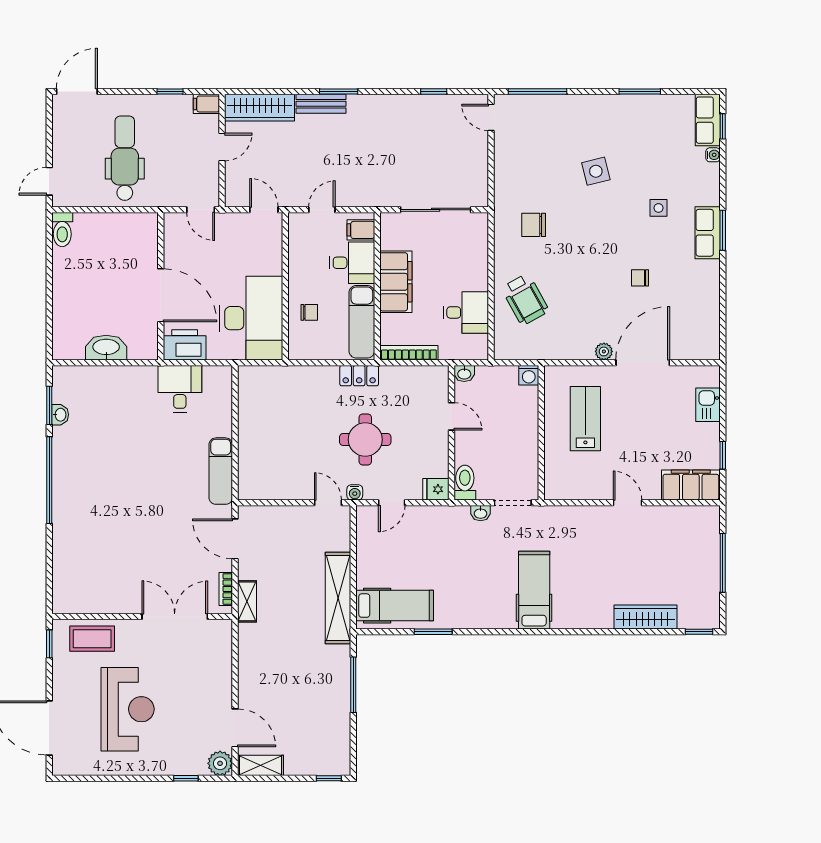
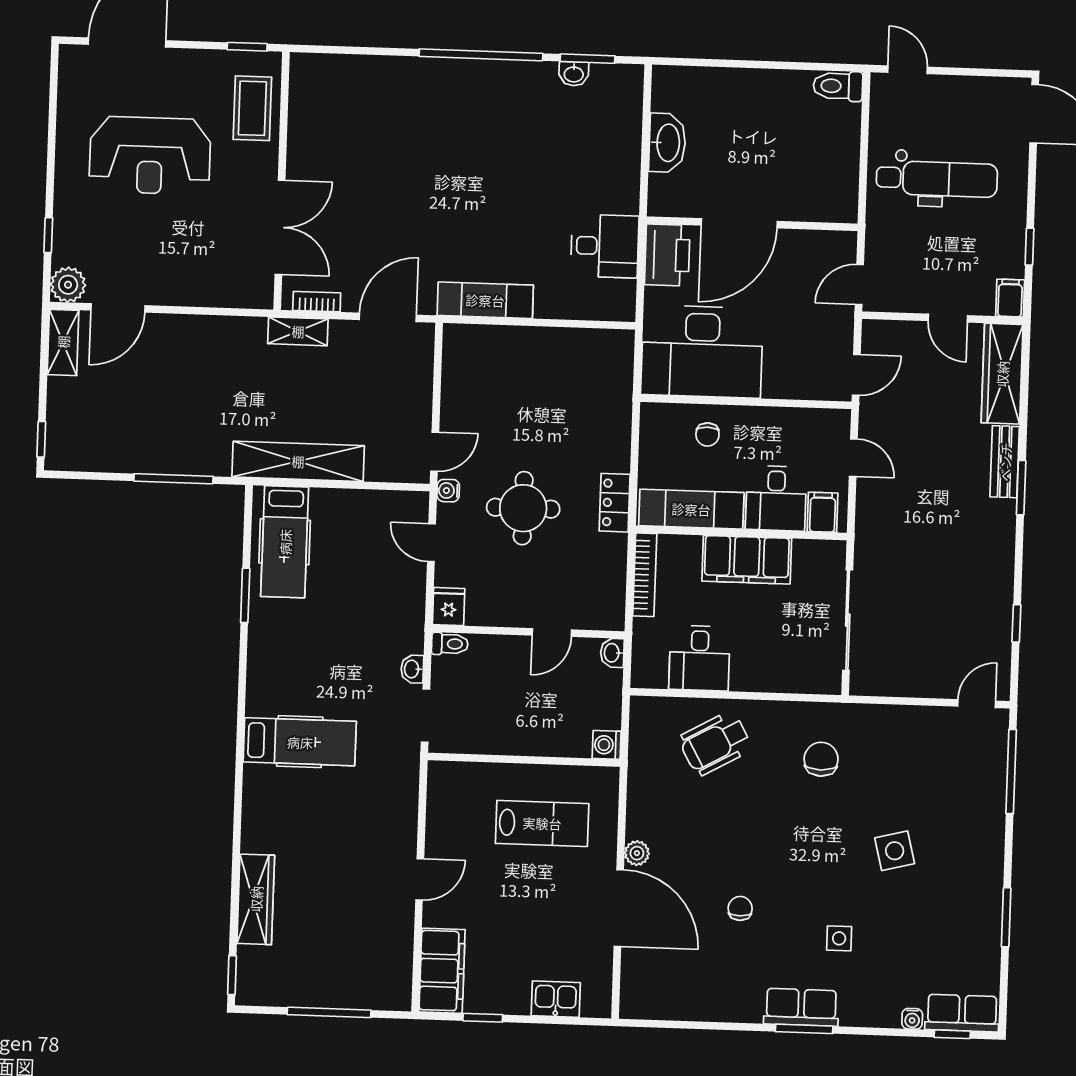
toilet: (465, 483) -> (450, 644), width x0.73, depth x0.72

